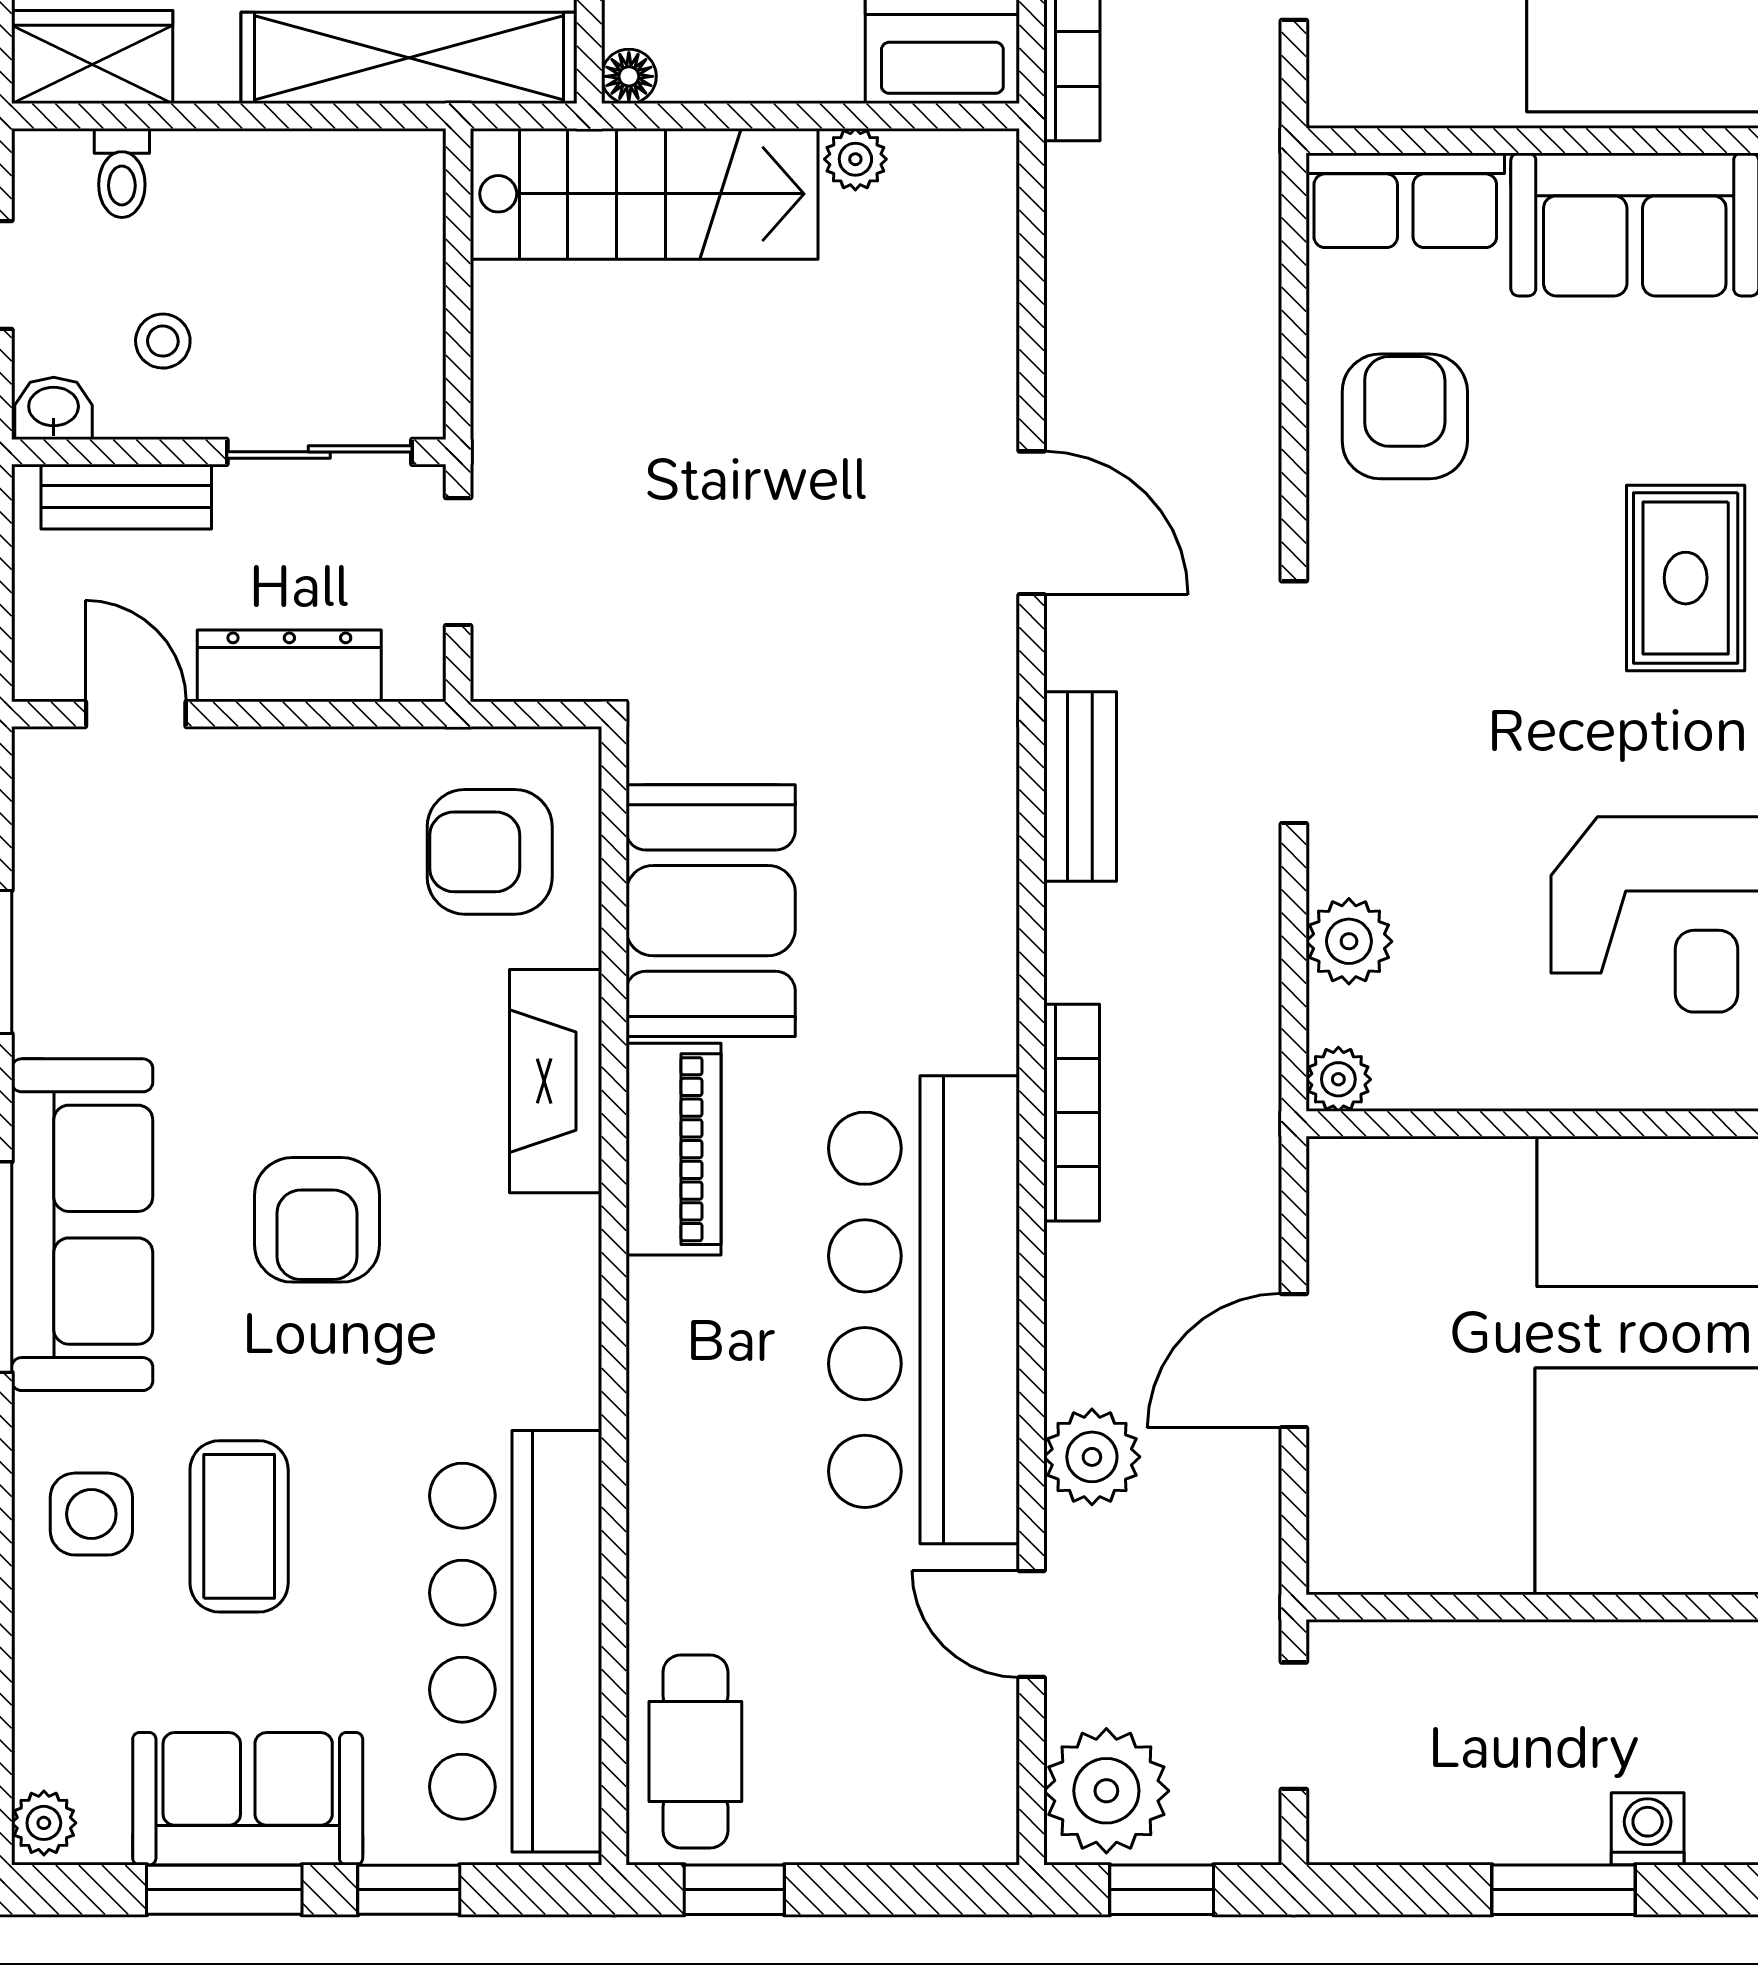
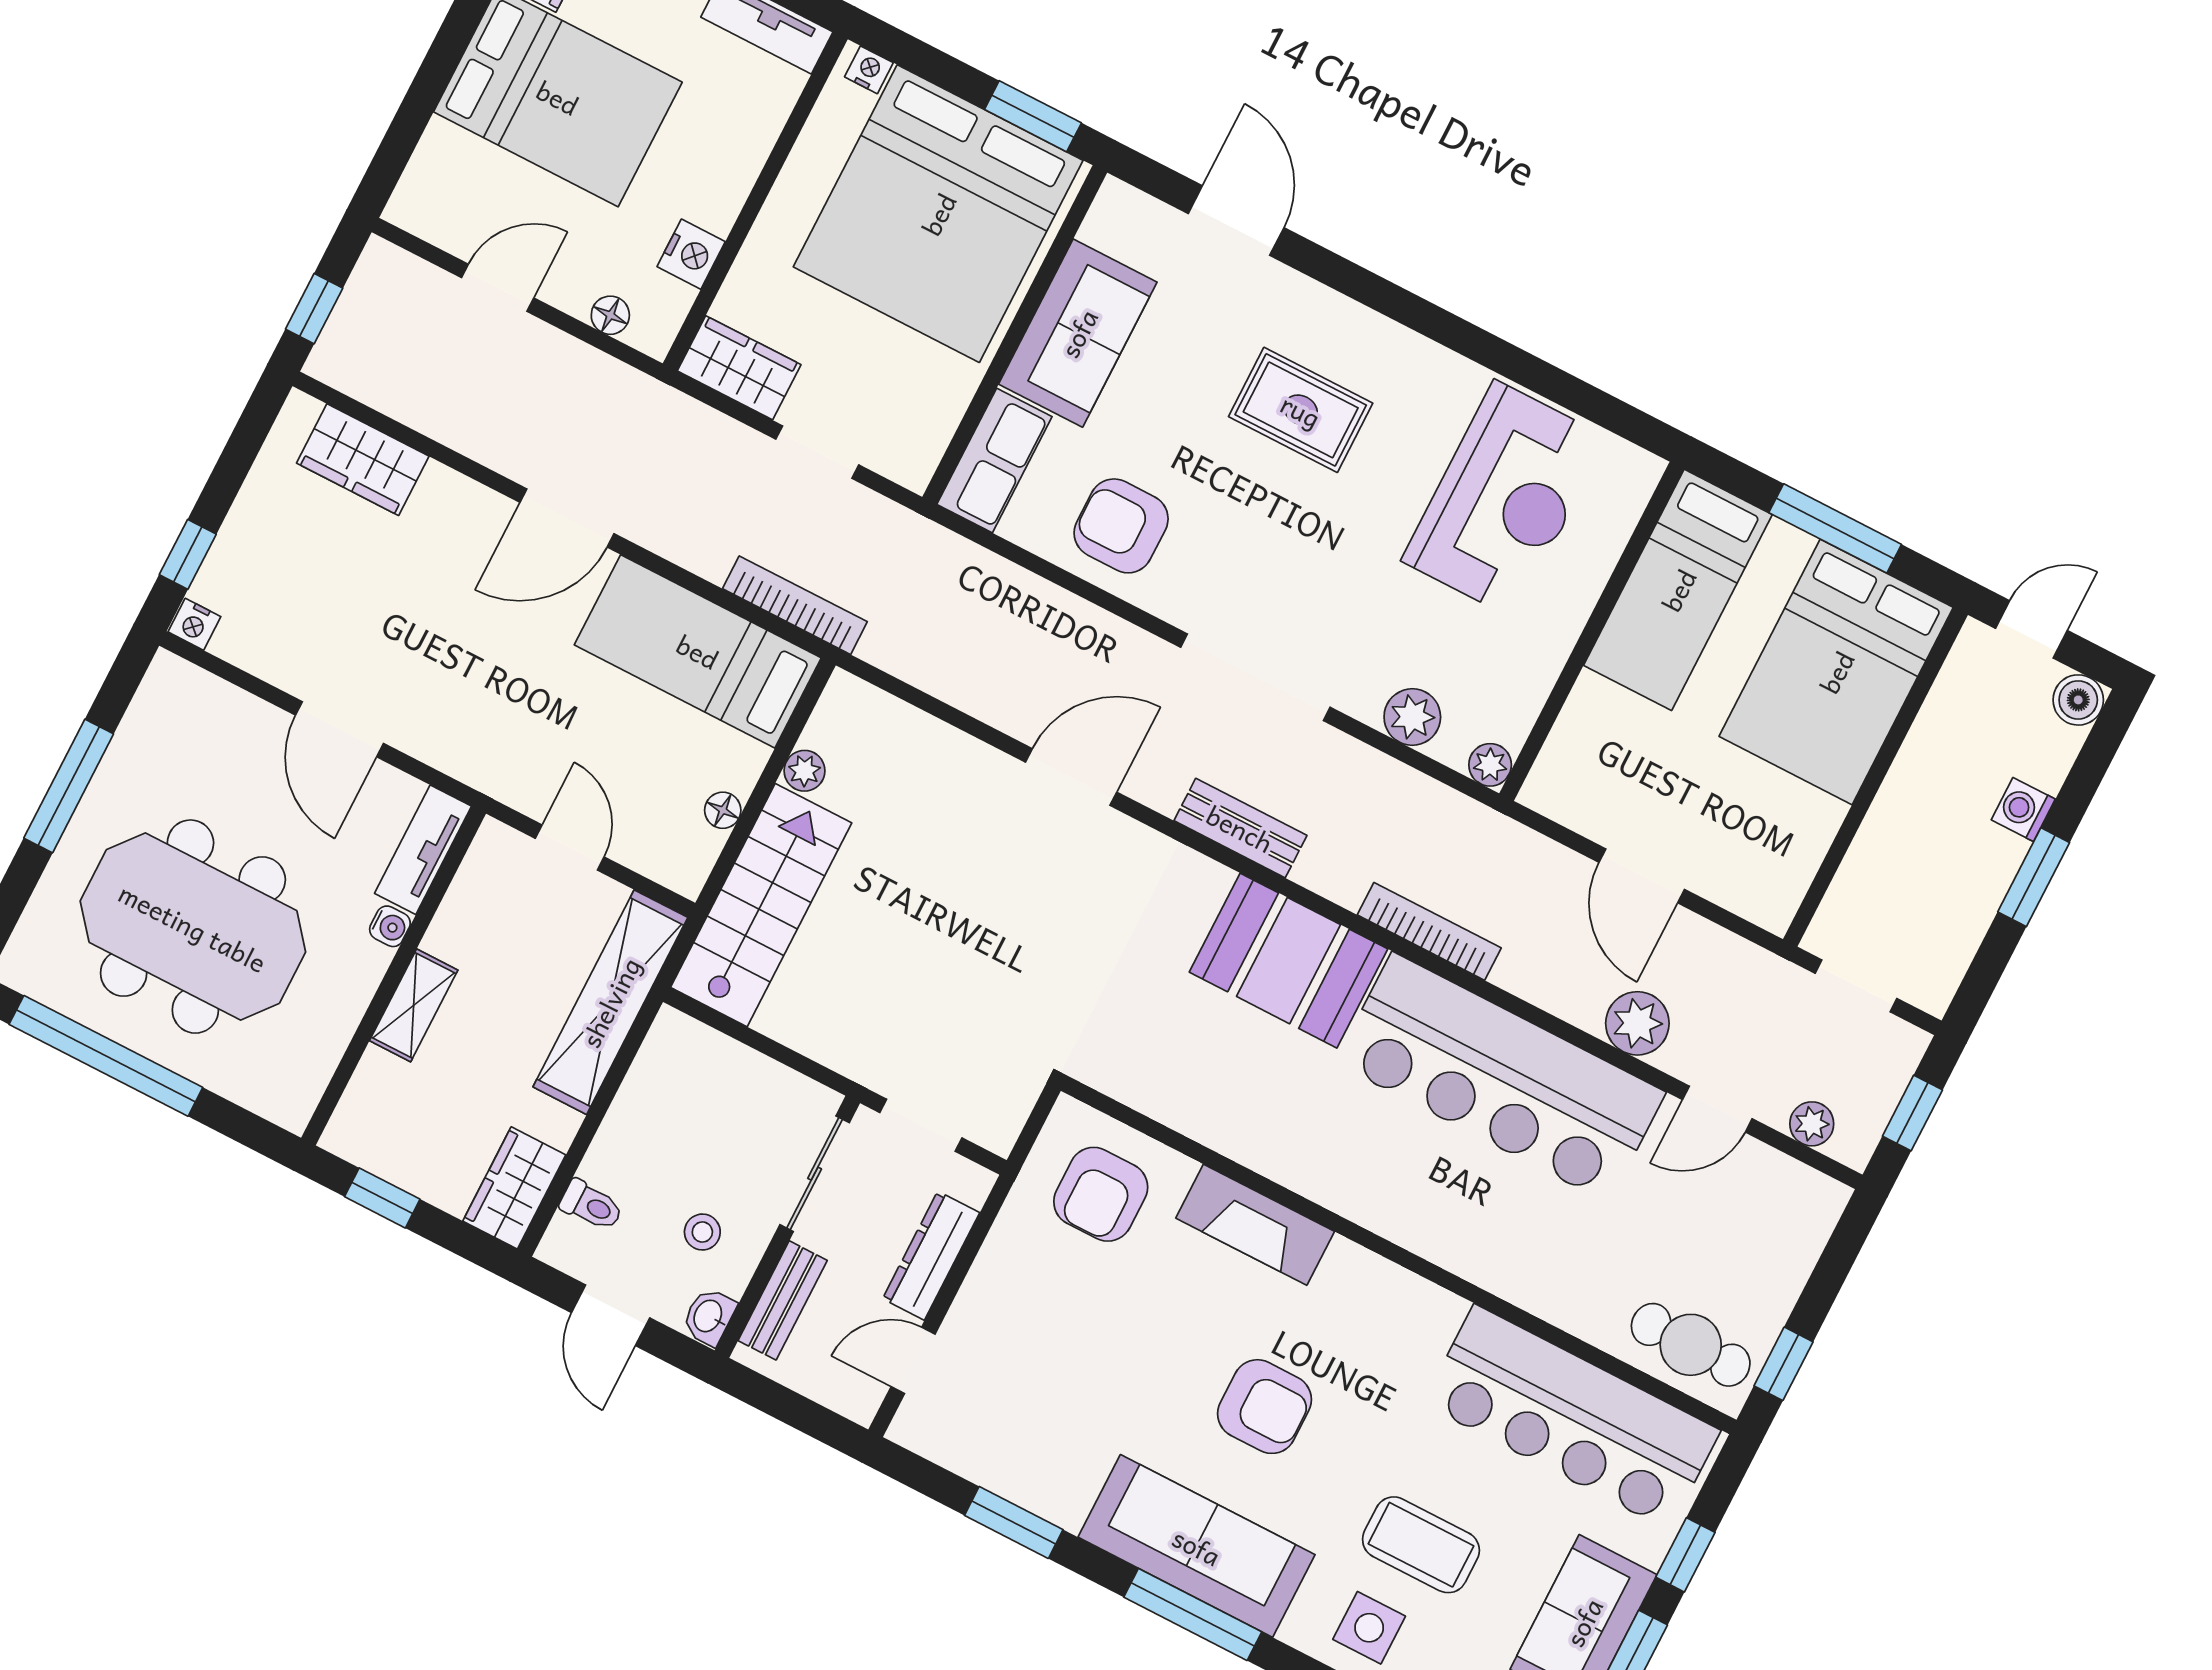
floor lamp: (629, 76) -> (723, 810), moved
booth: (711, 911) -> (1289, 961), moved
piano: (674, 1149) -> (1331, 1176), removed
plant: (1106, 1791) -> (1812, 1124), width x0.53, depth x0.53

